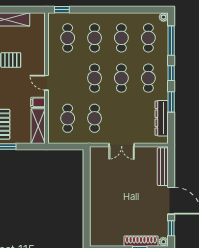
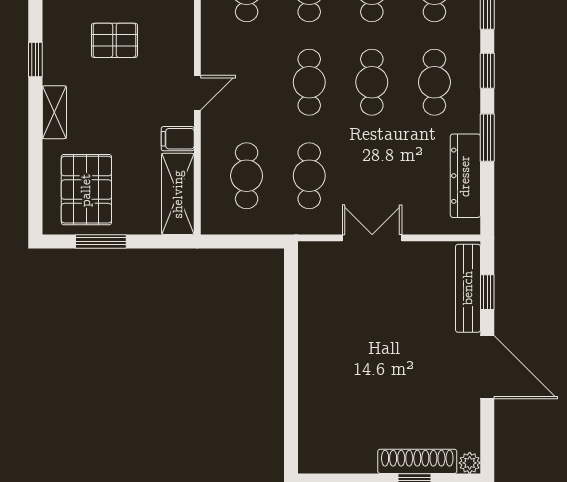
door: (46, 83) -> (197, 93), swing flipped
double door: (122, 145) -> (372, 238), swing flipped
window: (171, 228) -> (487, 292), moved

